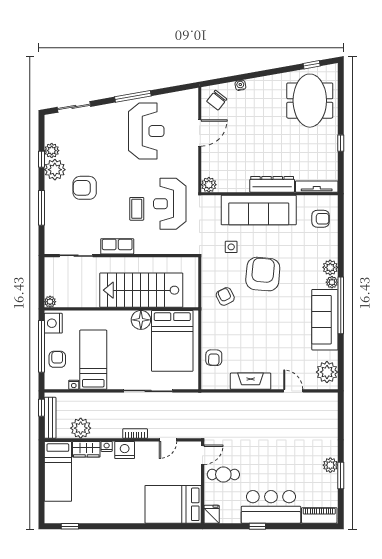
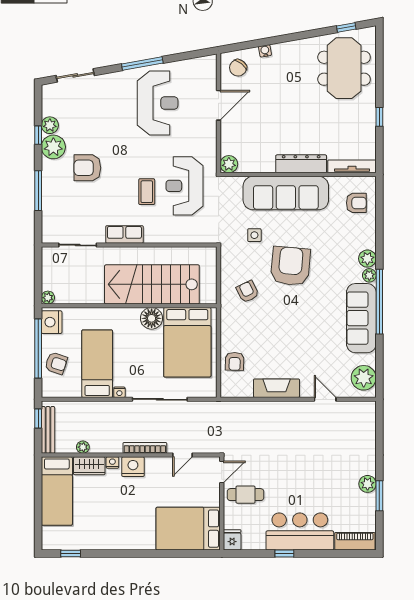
armchair: (57, 359) -> (56, 363), turned 108
nightstand: (74, 385) -> (119, 392), moved
plant: (81, 428) -> (83, 447), width x0.53, depth x0.53
bookcase: (135, 433) -> (145, 448), width x1.56

